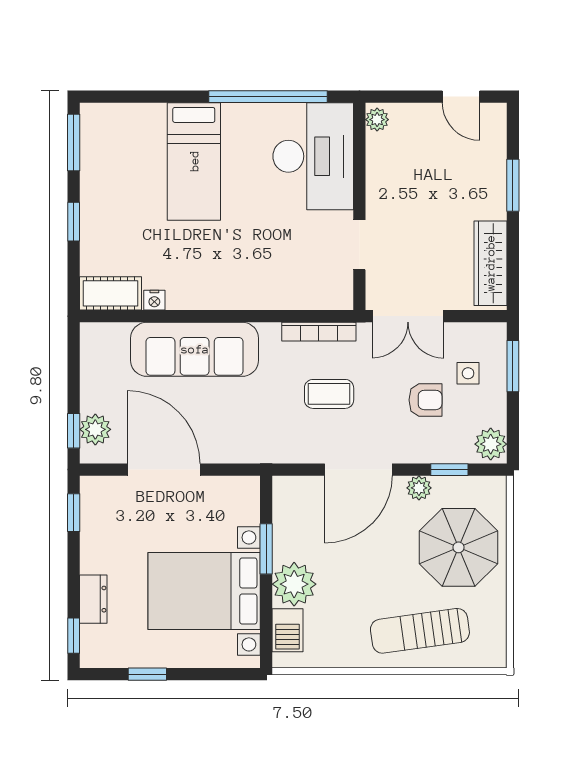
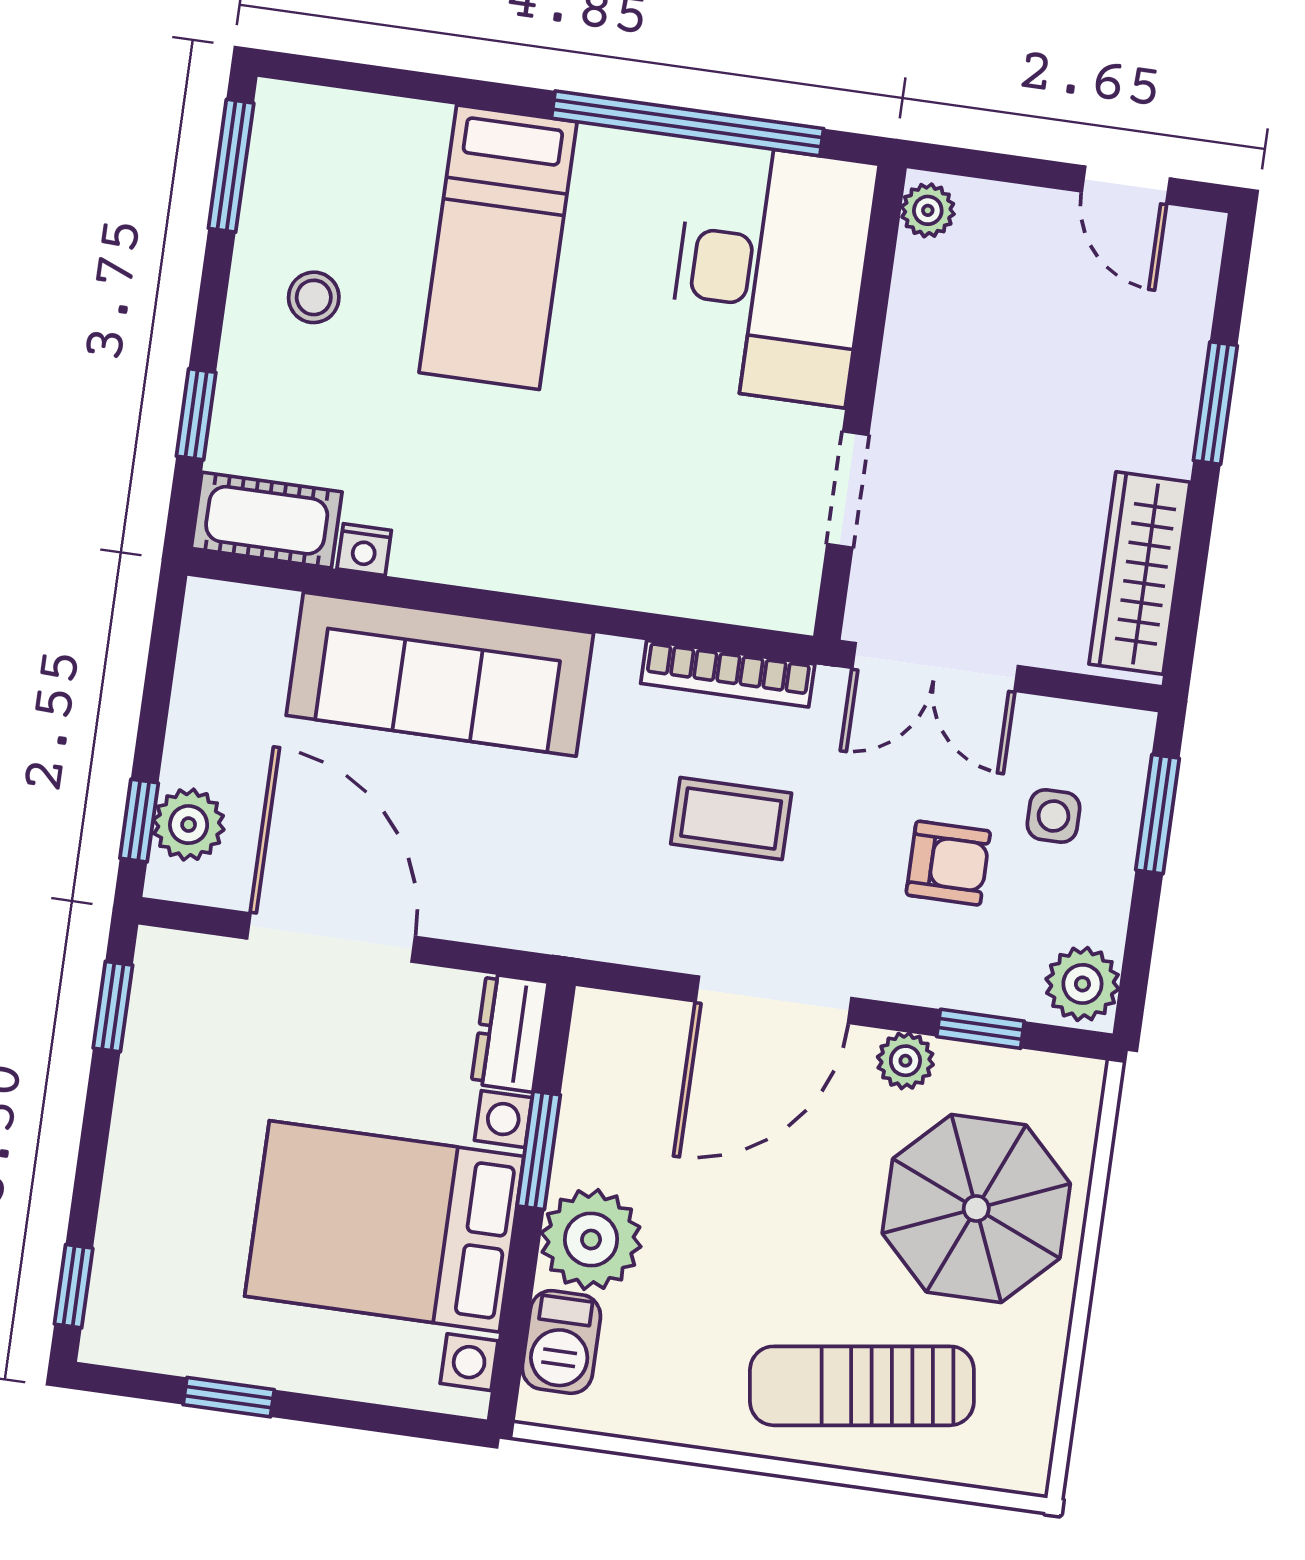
stool: (117, 194) -> (314, 297), added
window: (74, 222) -> (196, 414), moved
dresser: (93, 599) -> (510, 1033), moved, turned 180

